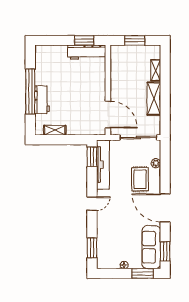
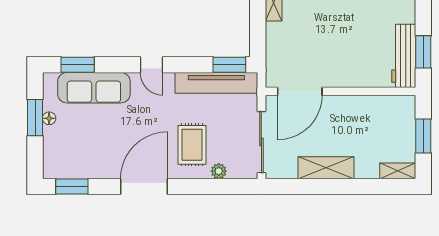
shelving: (156, 70) -> (398, 171), moved
rug: (140, 179) -> (192, 145), turned 90
sofa: (151, 247) -> (94, 88), moved, turned 180
window: (143, 273) -> (35, 118), moved

